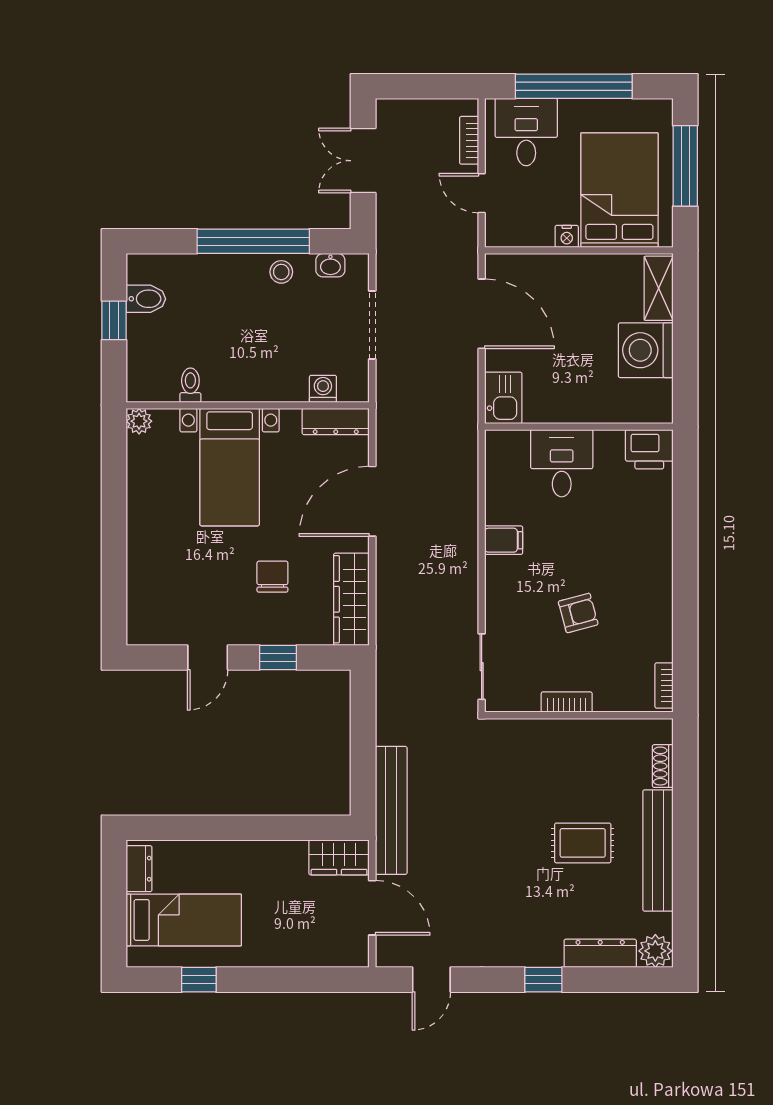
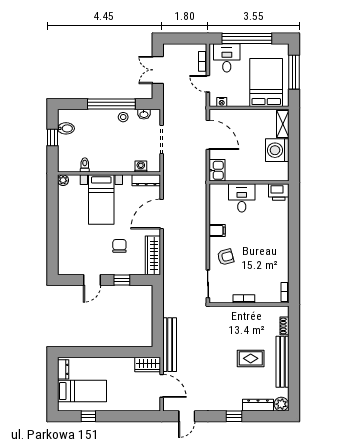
nightstand: (567, 236) -> (222, 102), moved
armchair: (578, 613) -> (225, 257), moved

